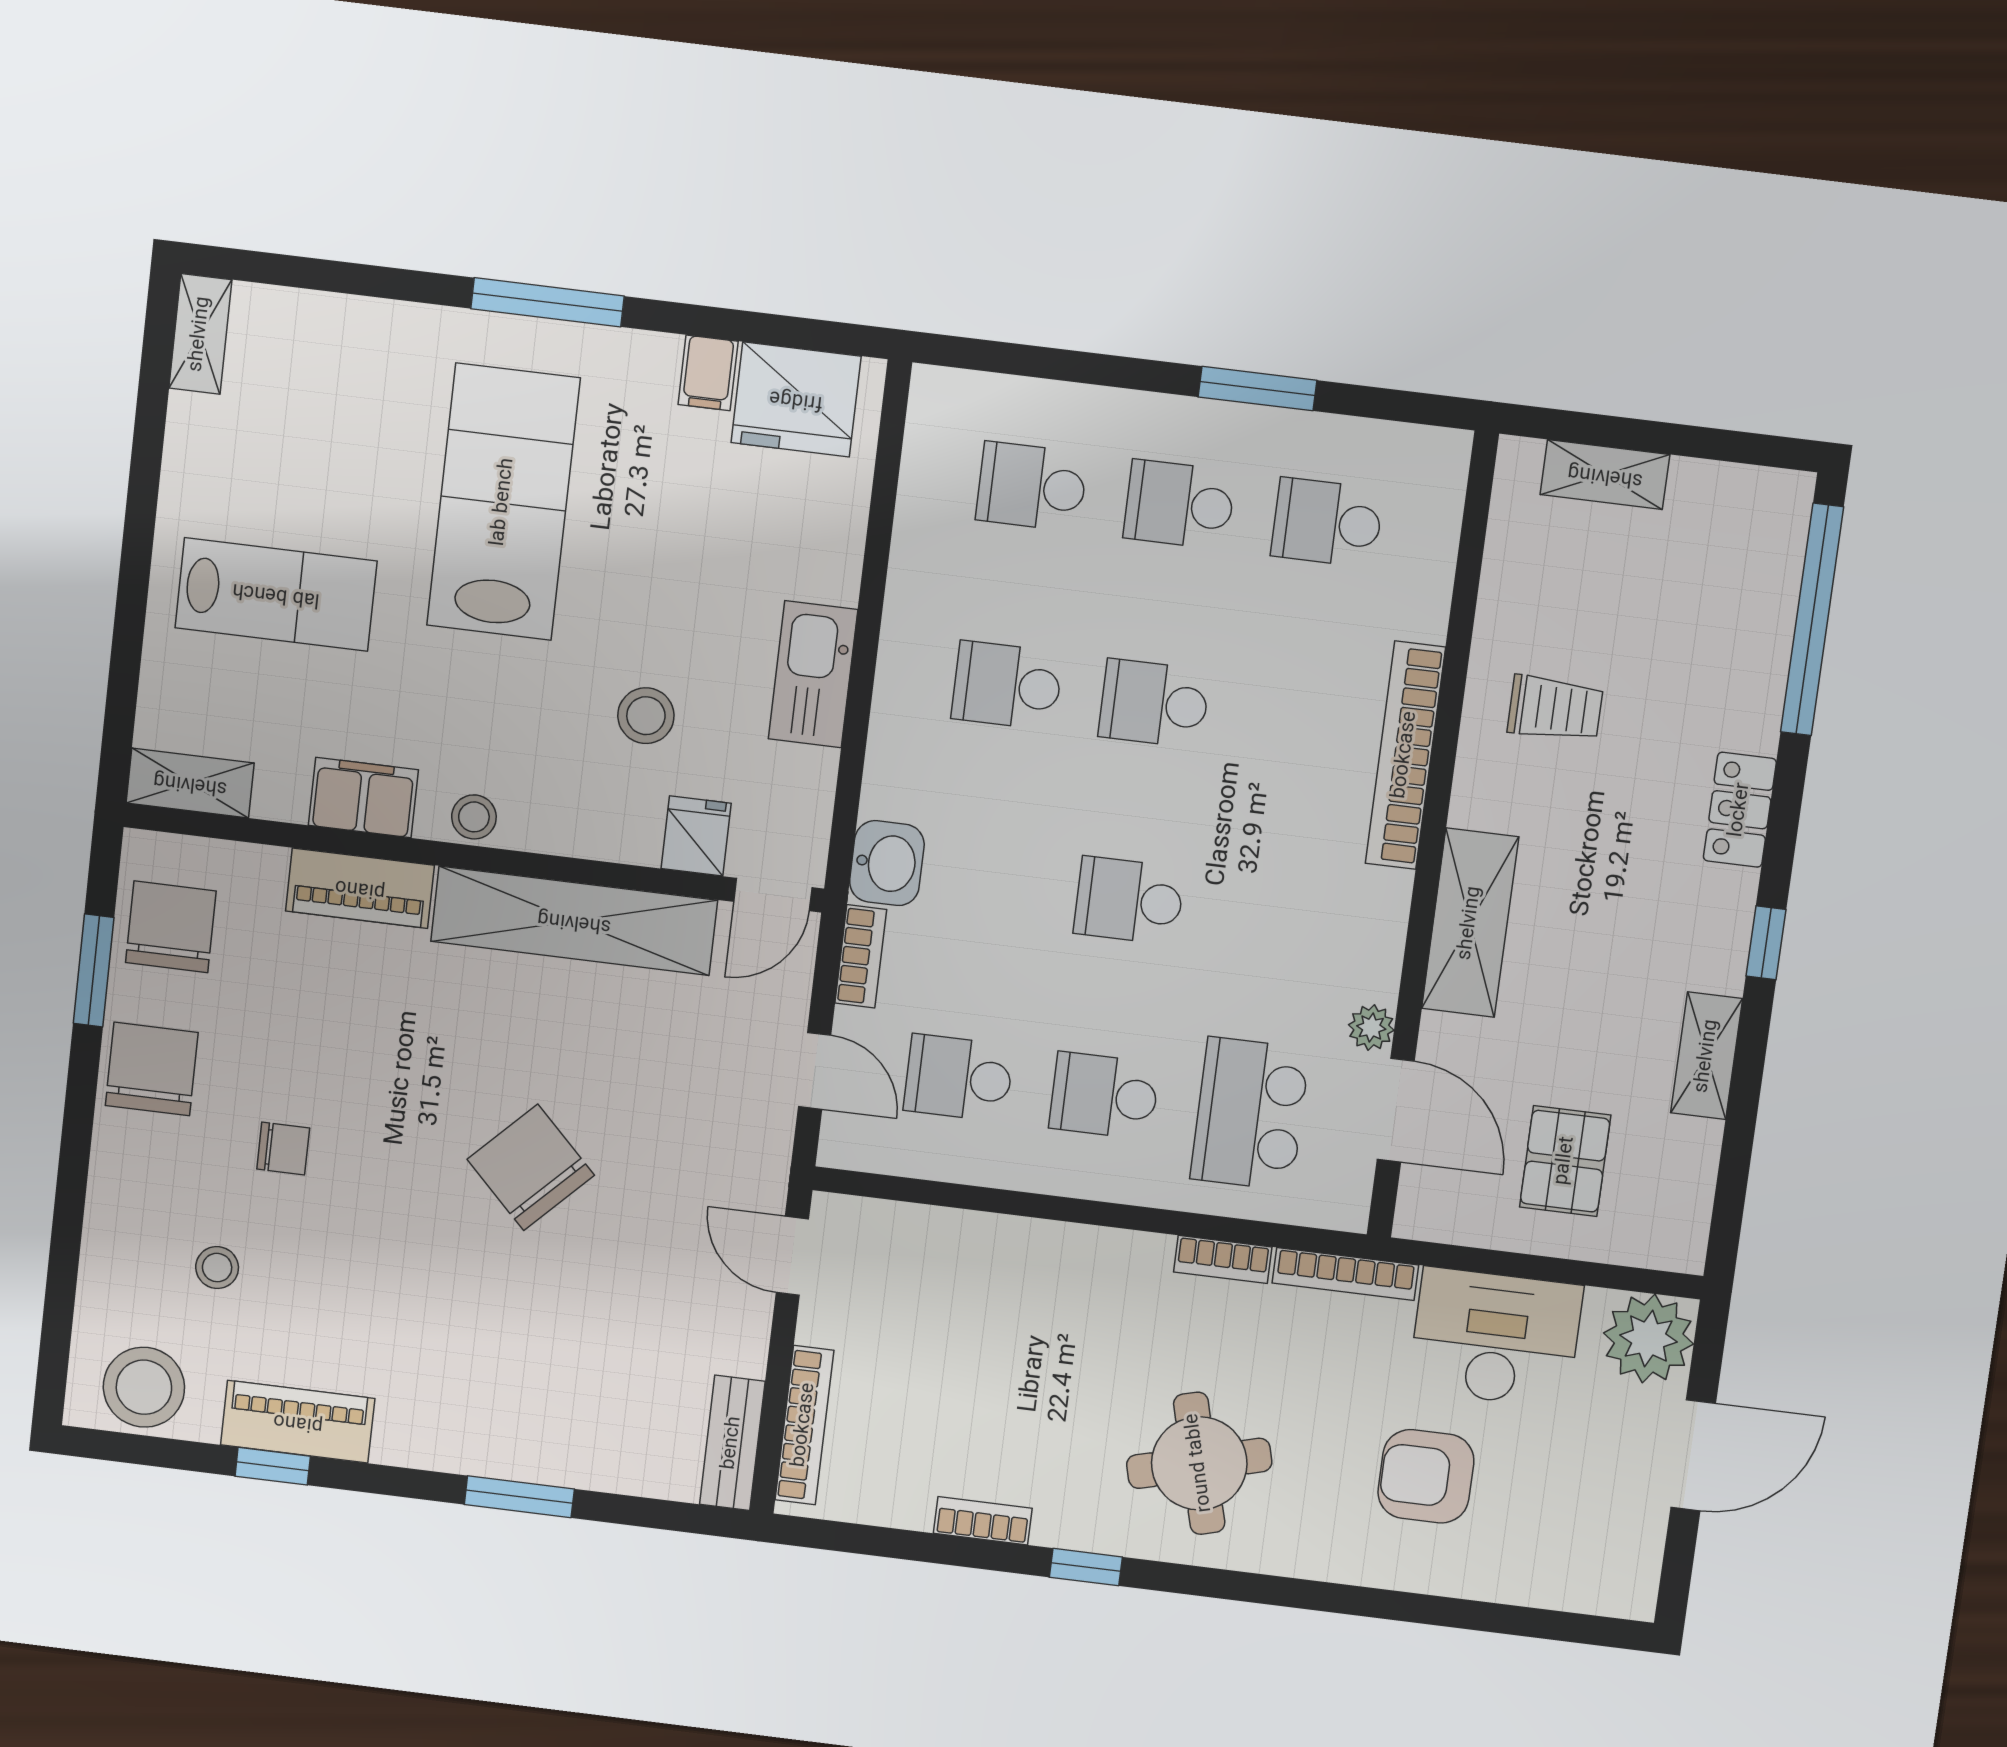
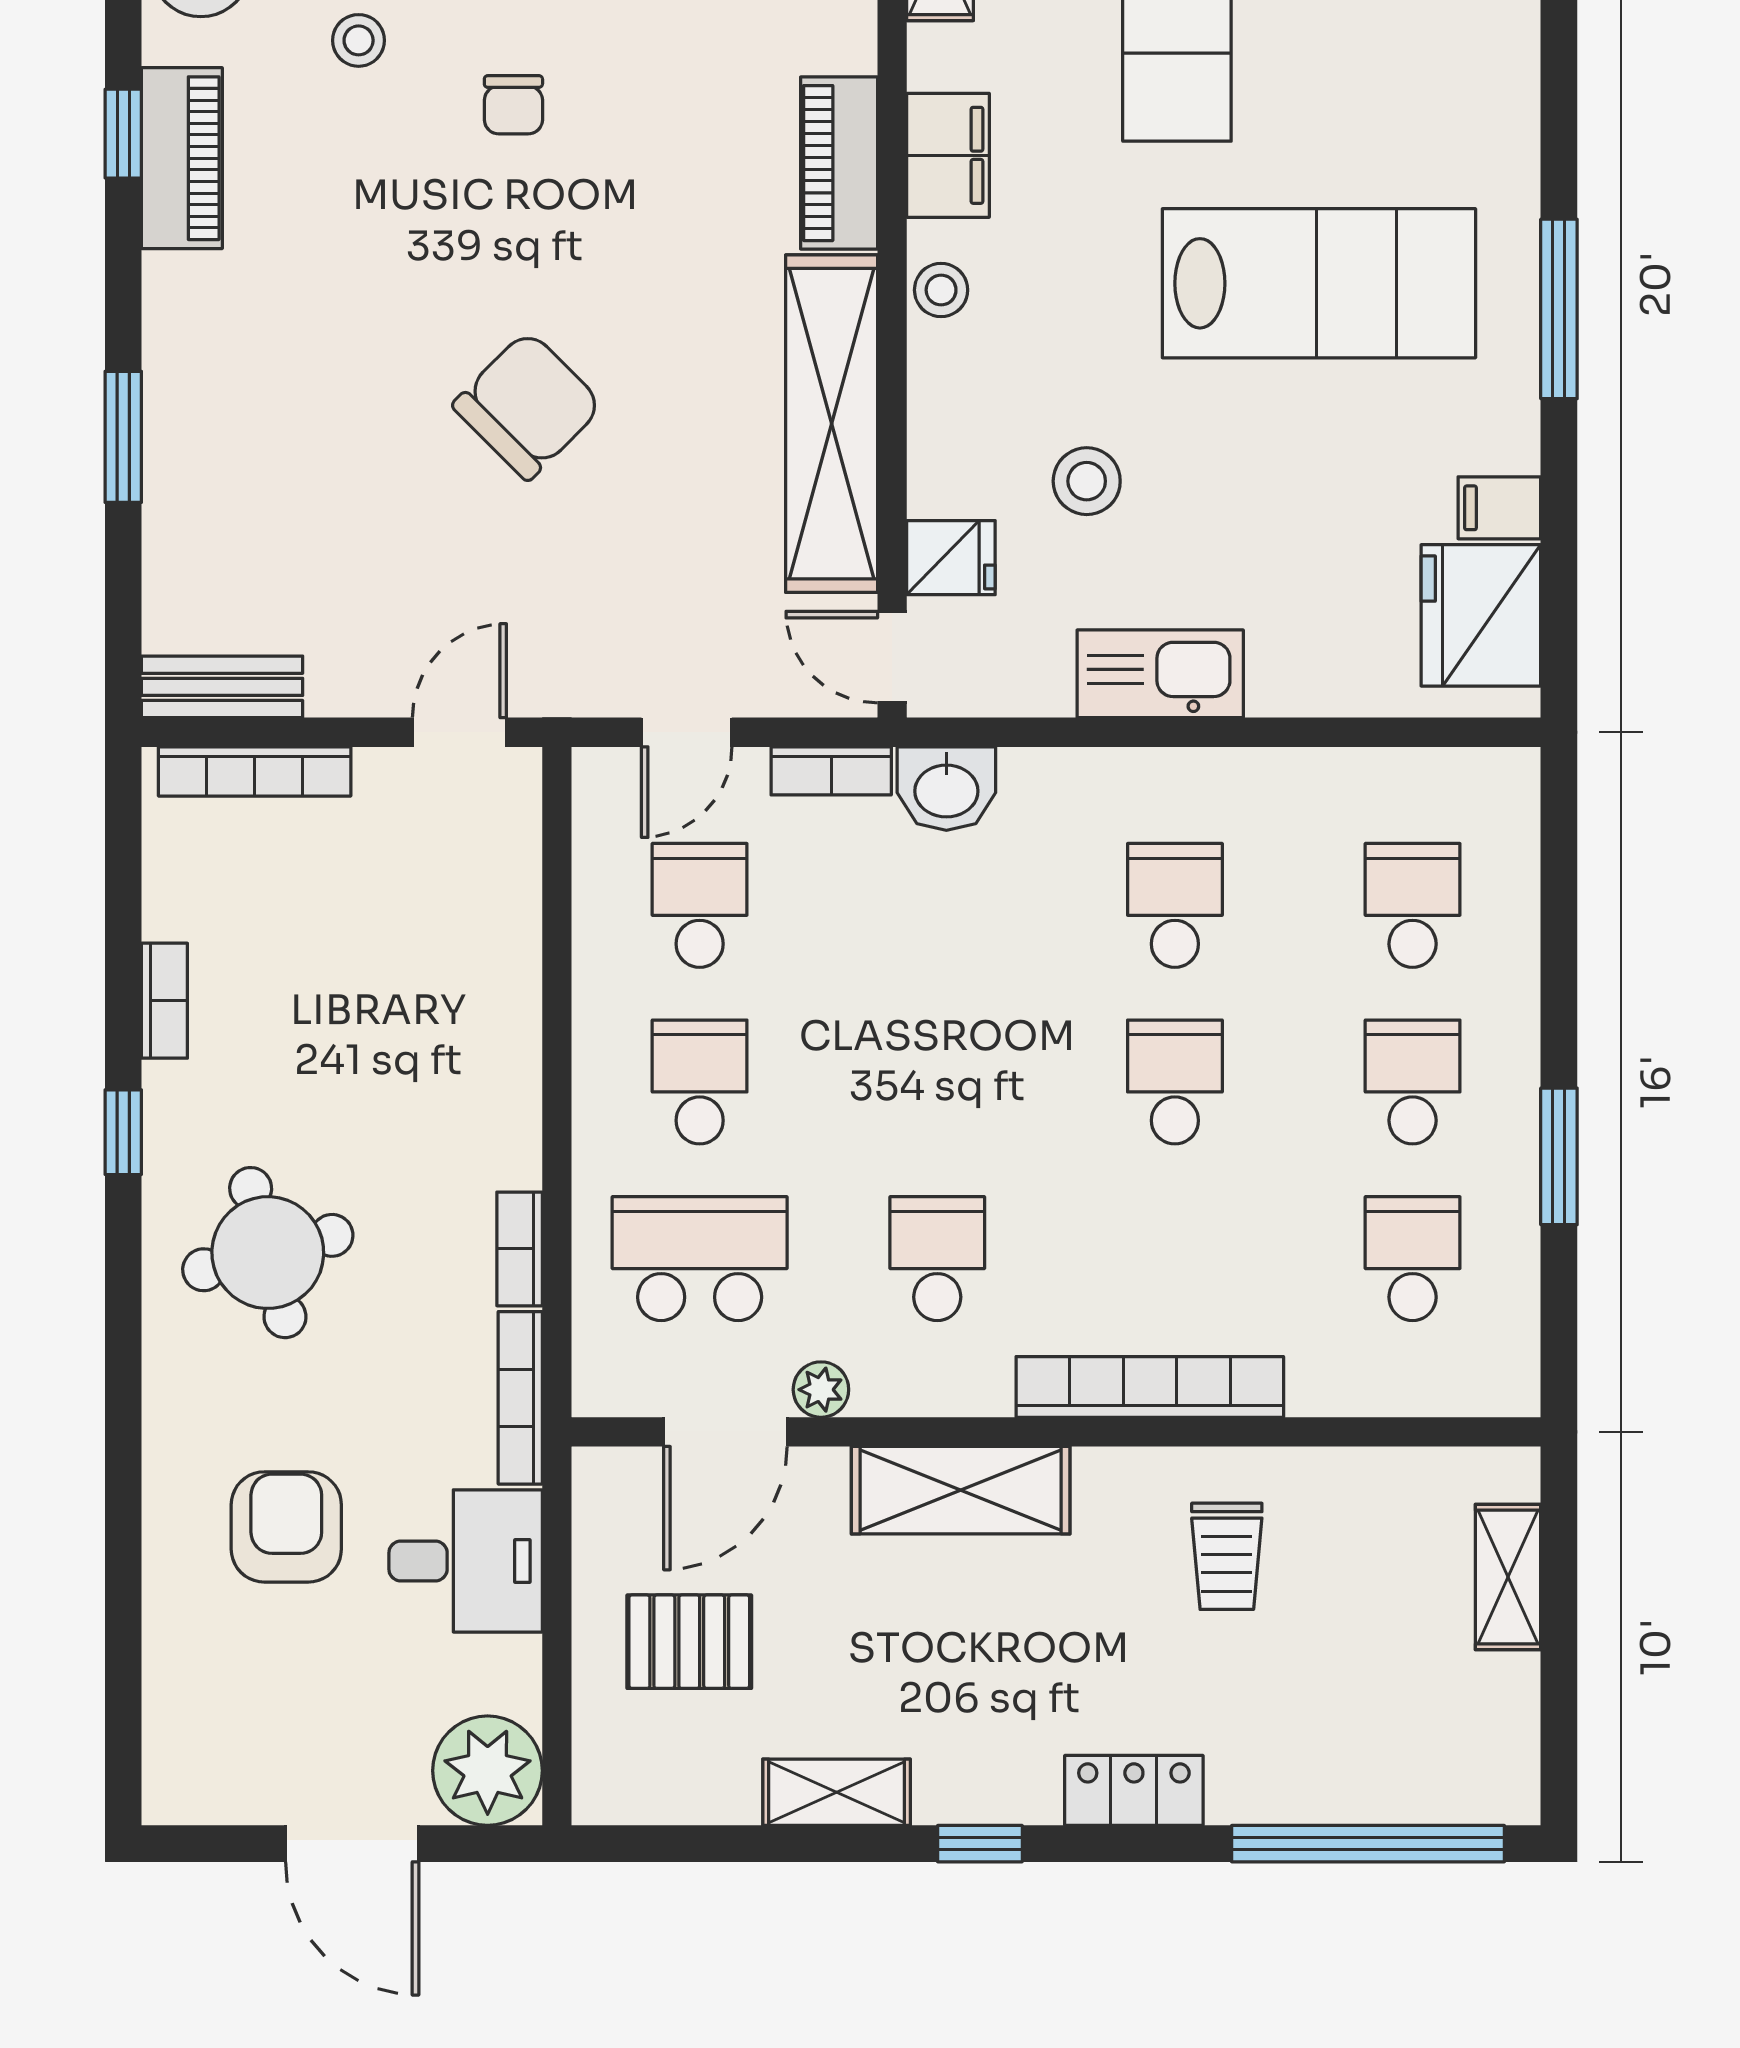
school desk: (1129, 900) -> (937, 1259), moved
desk: (1495, 1338) -> (466, 1561), width x0.73

